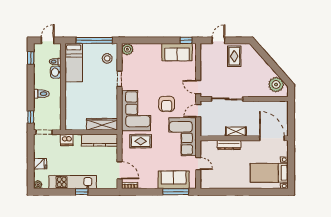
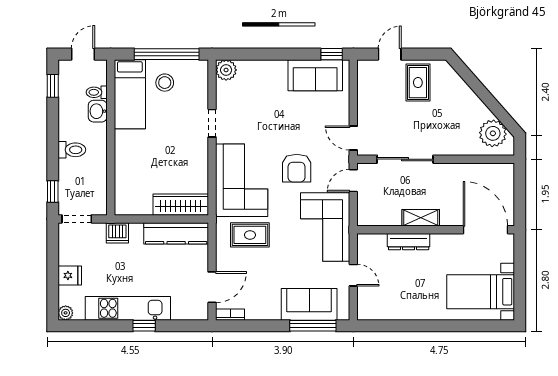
stool: (107, 58) -> (165, 83), moved
door: (120, 170) -> (212, 287), hinge flipped

